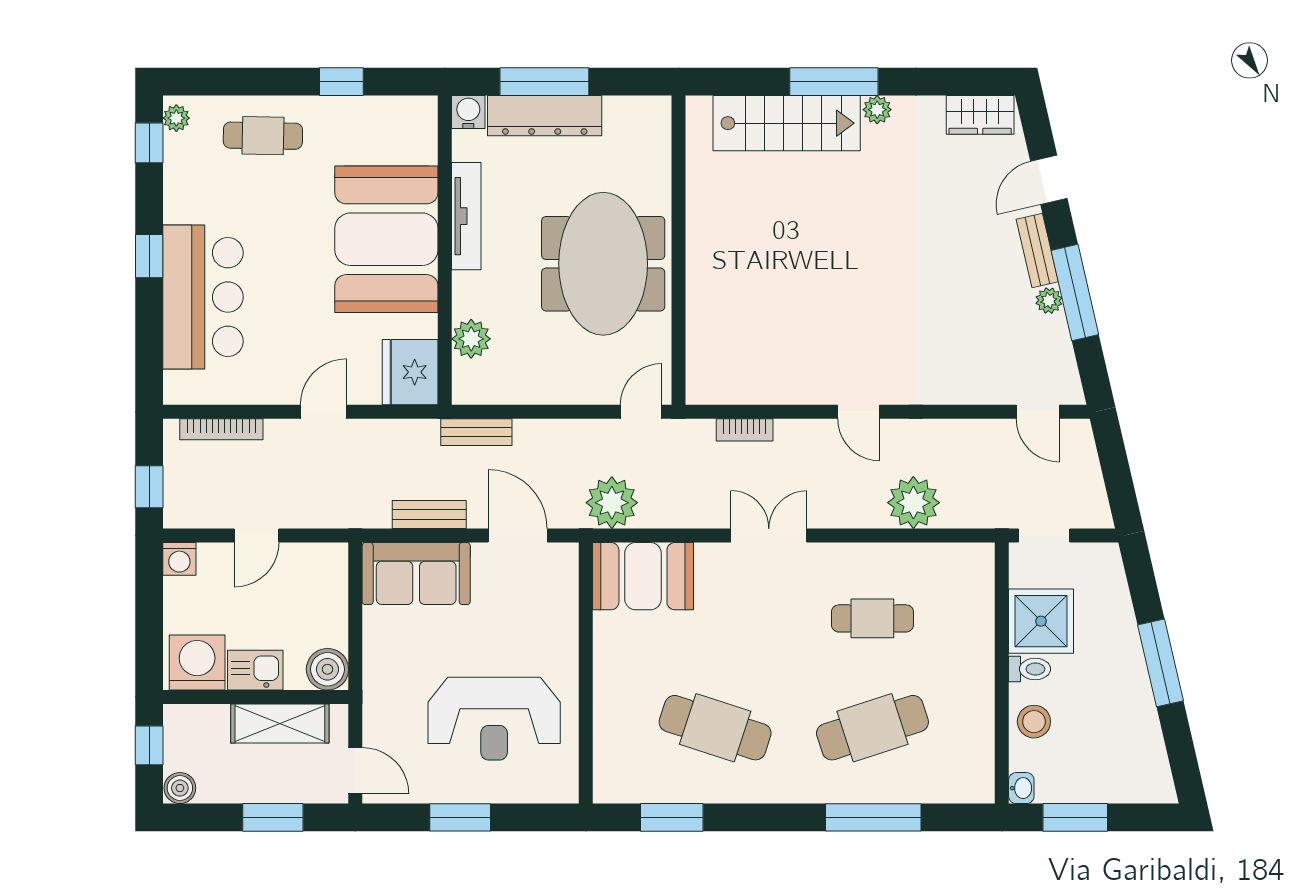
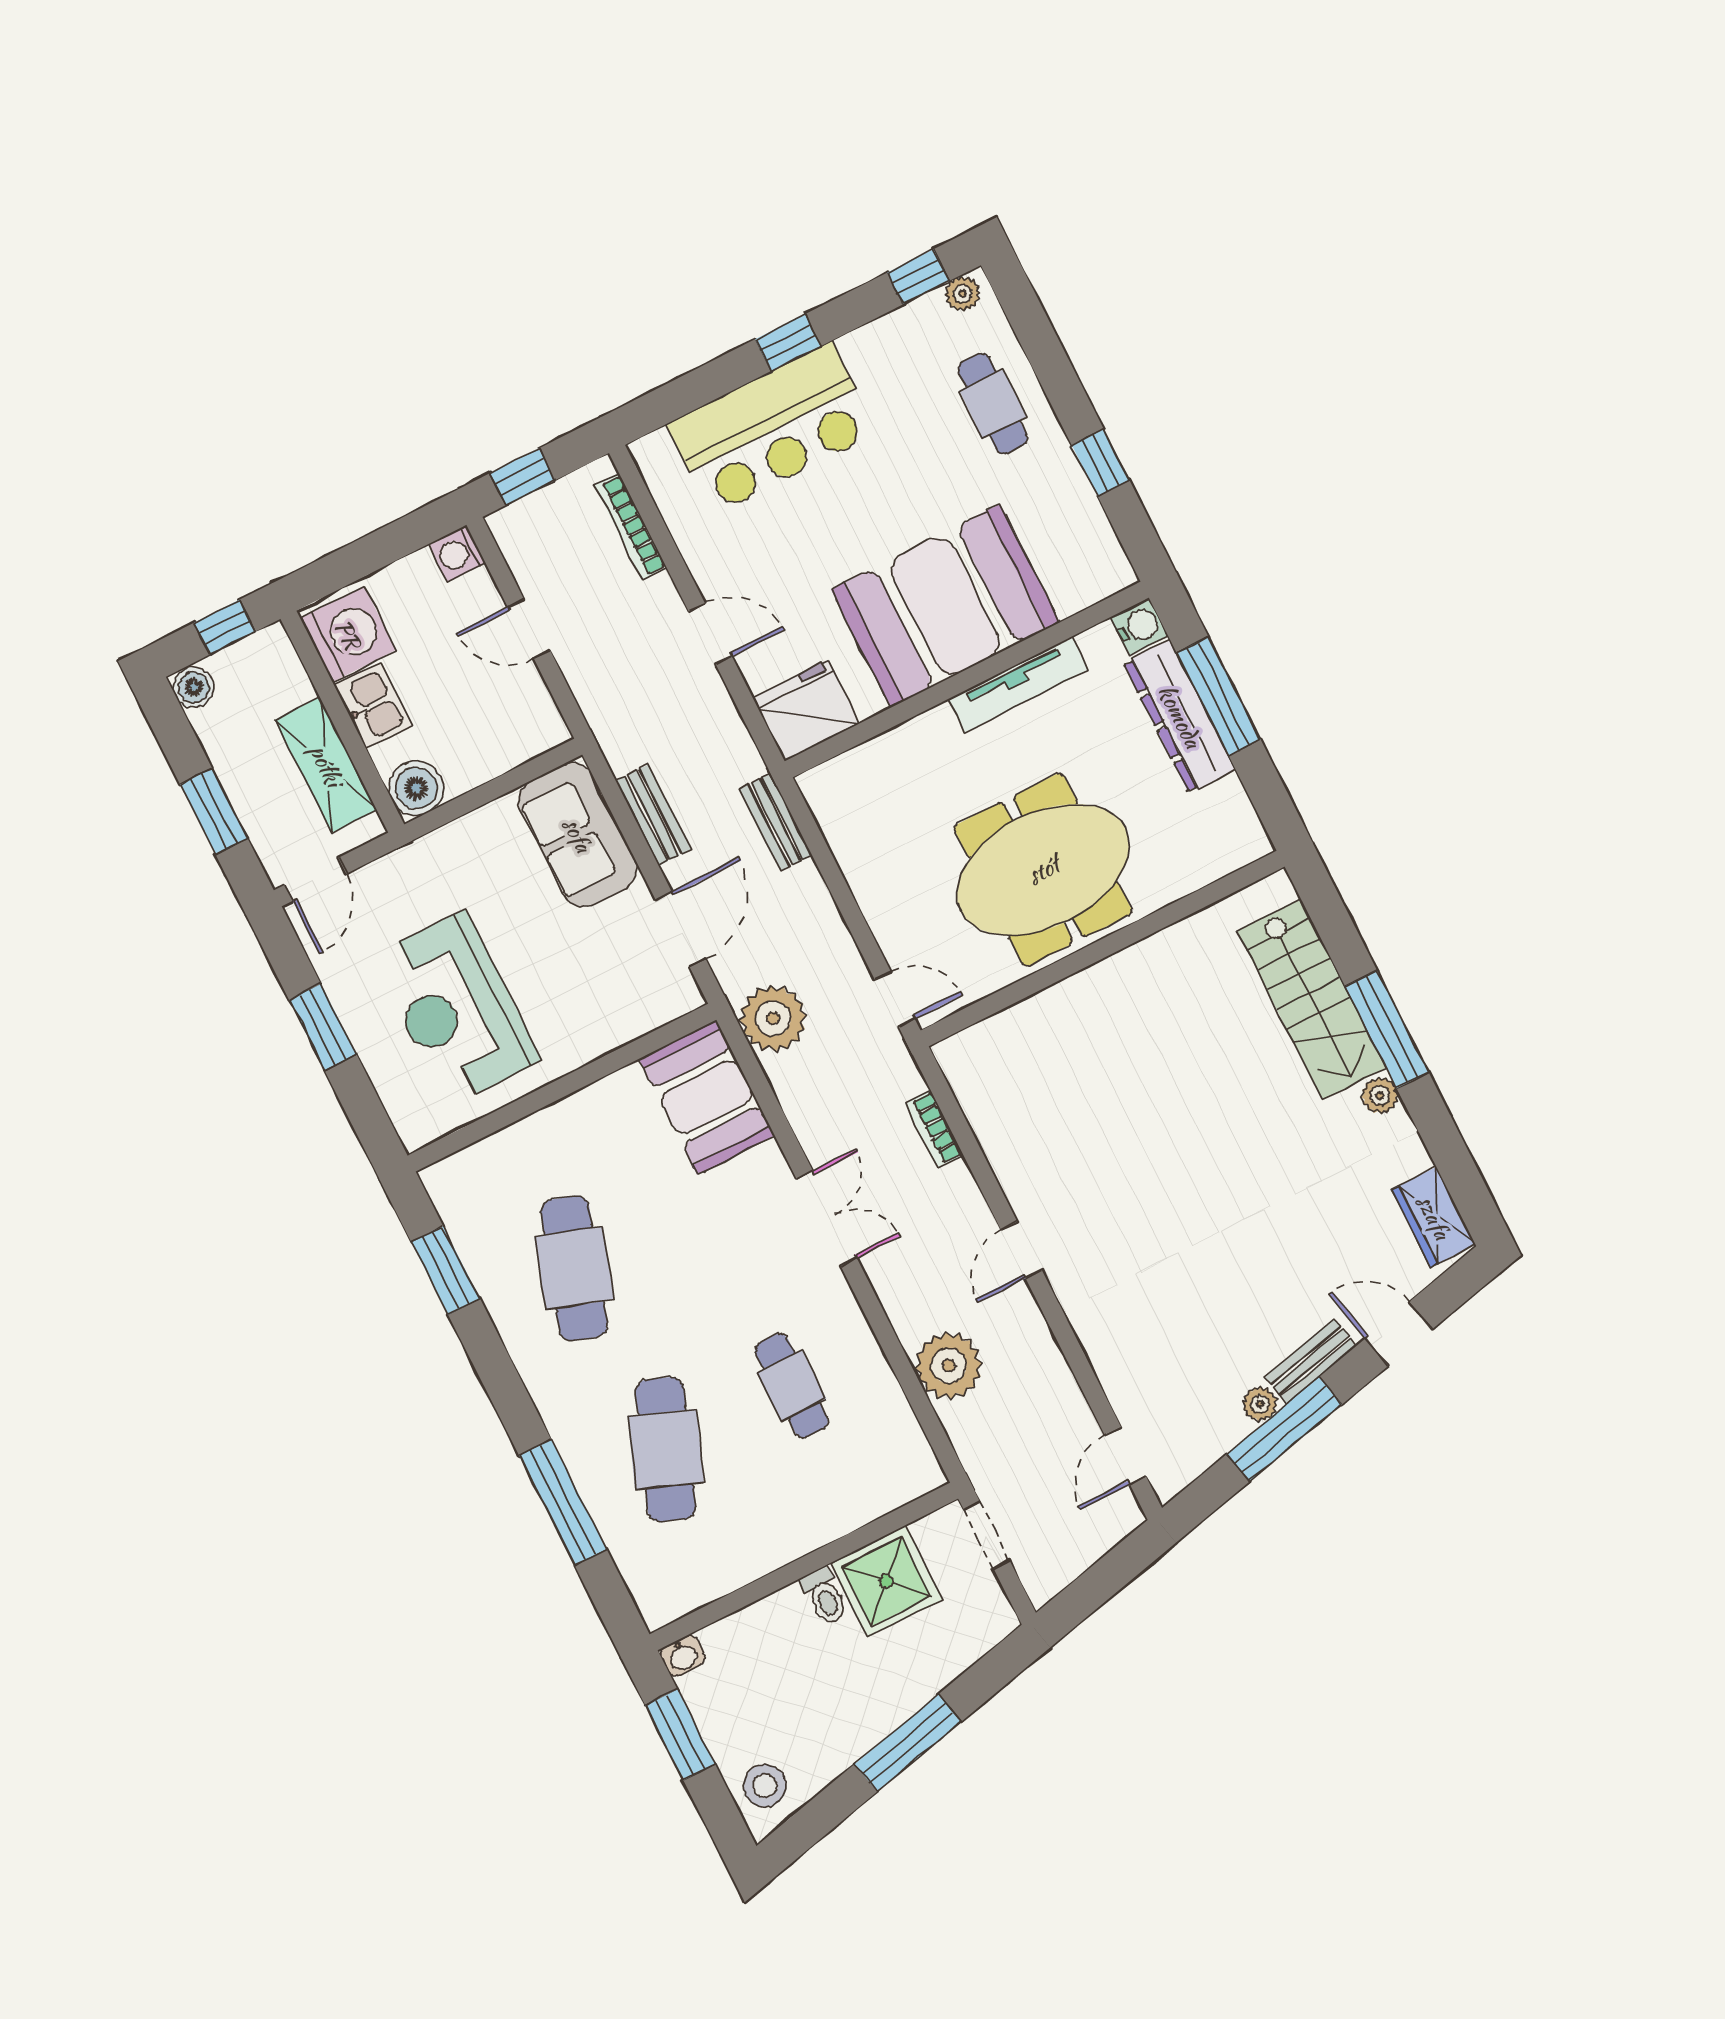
plant: (471, 339) -> (880, 761), removed
stool: (1034, 722) -> (765, 1786), moved
cafe table: (872, 728) -> (666, 1449), turned 39

